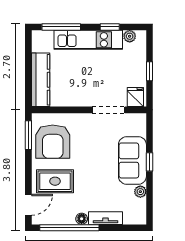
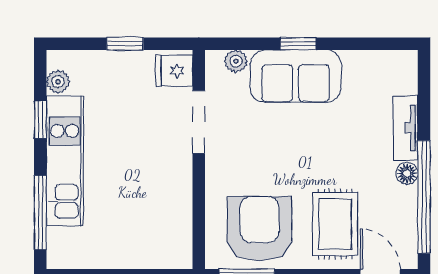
kitchen counter: (41, 80) -> (141, 252), removed
armchair: (53, 142) -> (259, 229), turned -90
plant: (140, 192) -> (236, 61), moved

